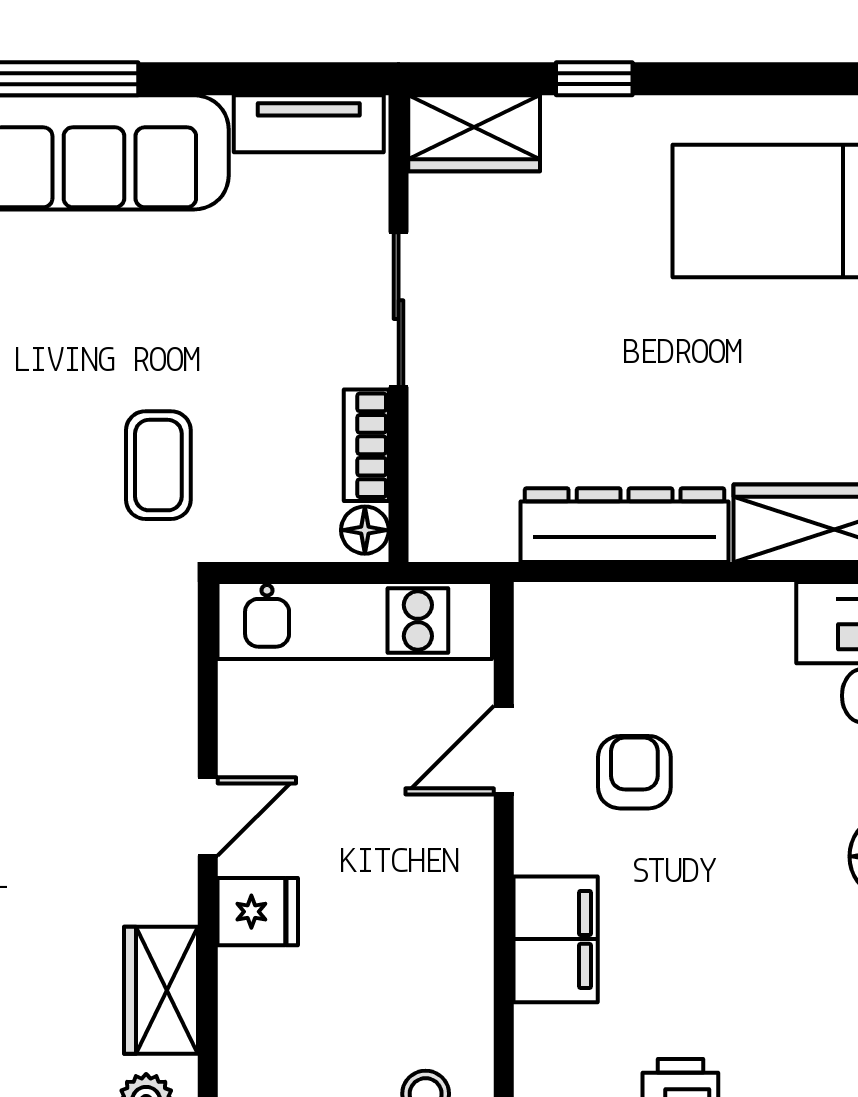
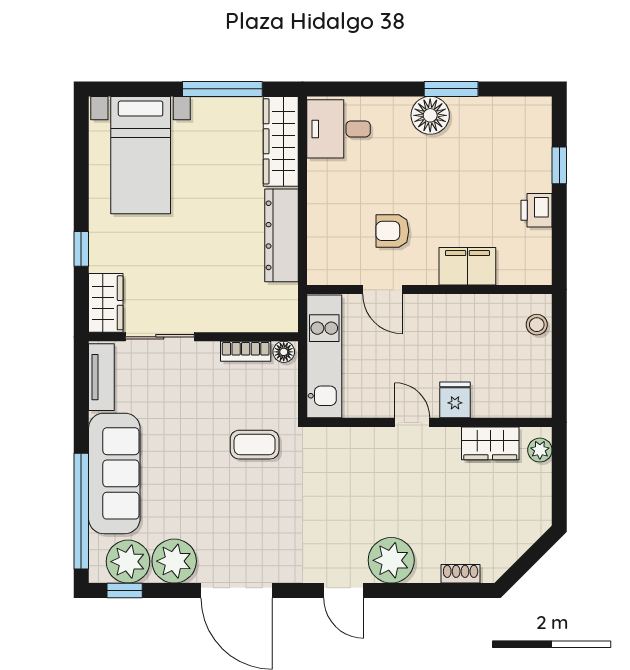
sliding door: (399, 310) -> (160, 337), moved

